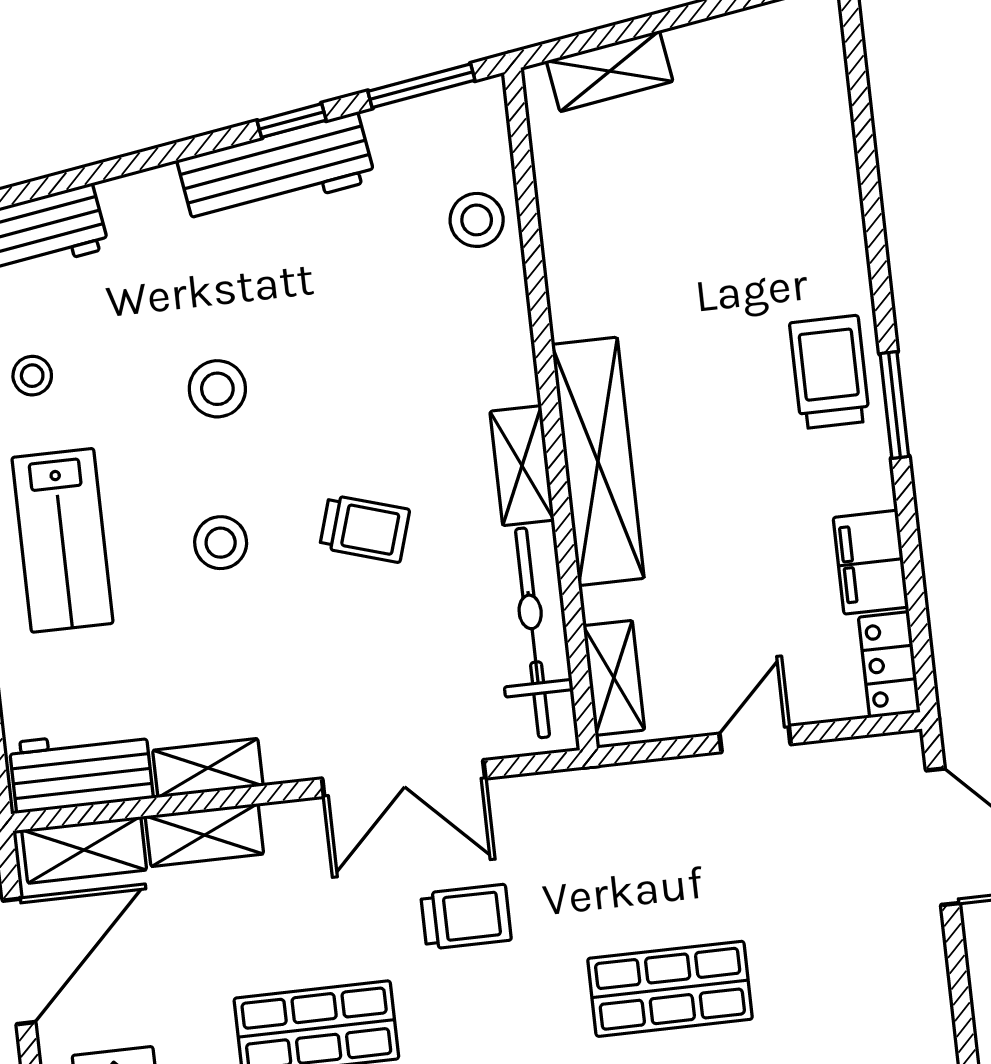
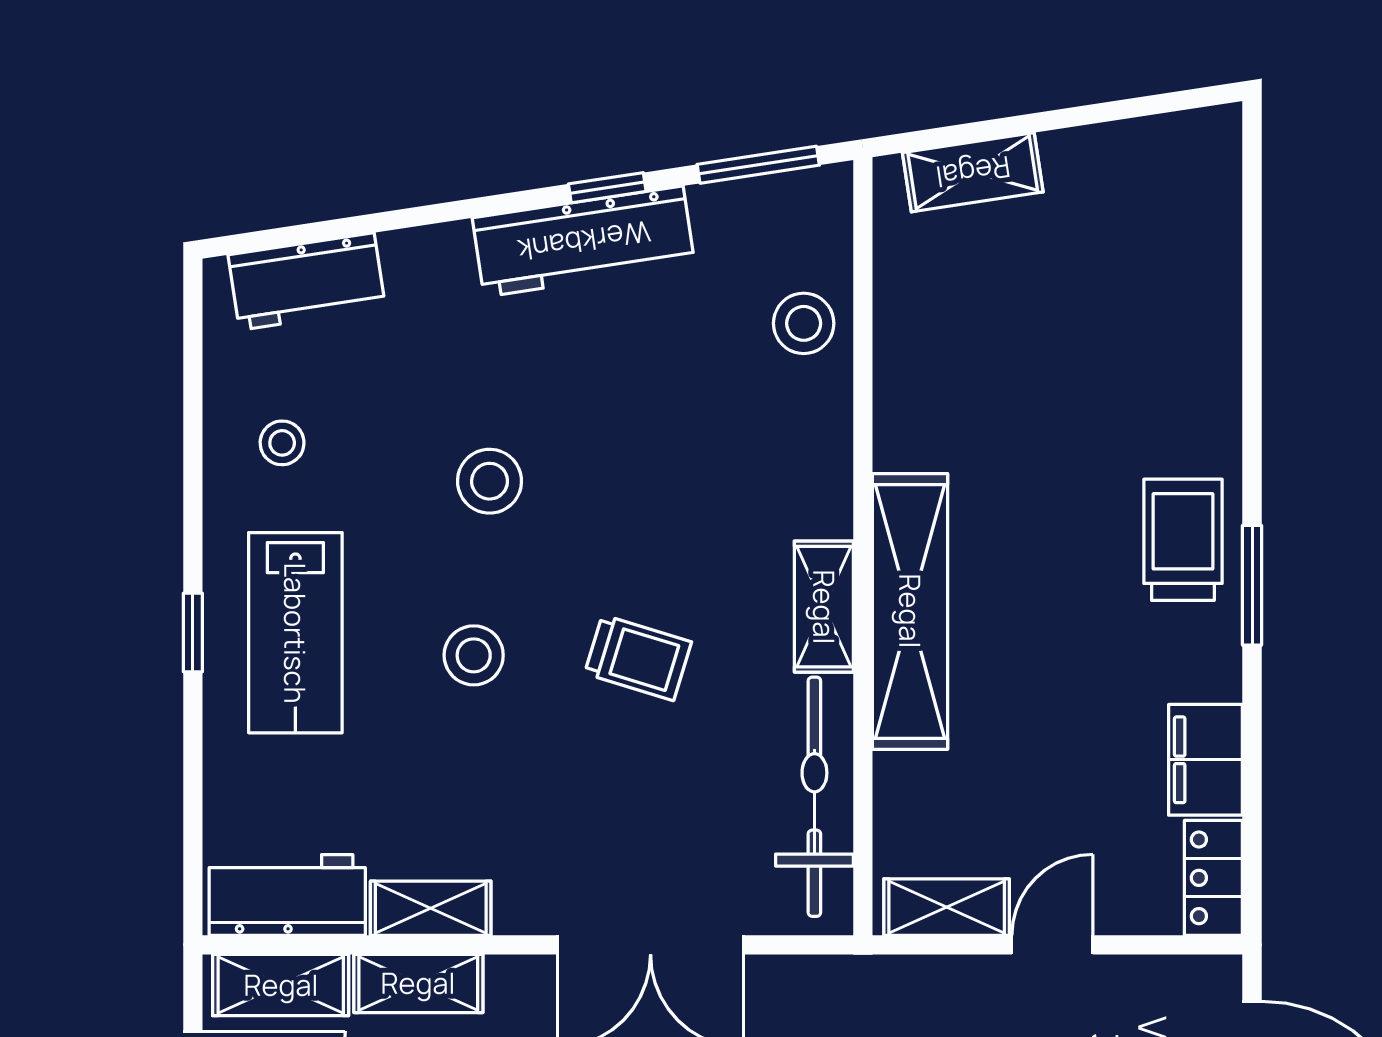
shelving: (614, 678) -> (947, 907), moved, turned 90

